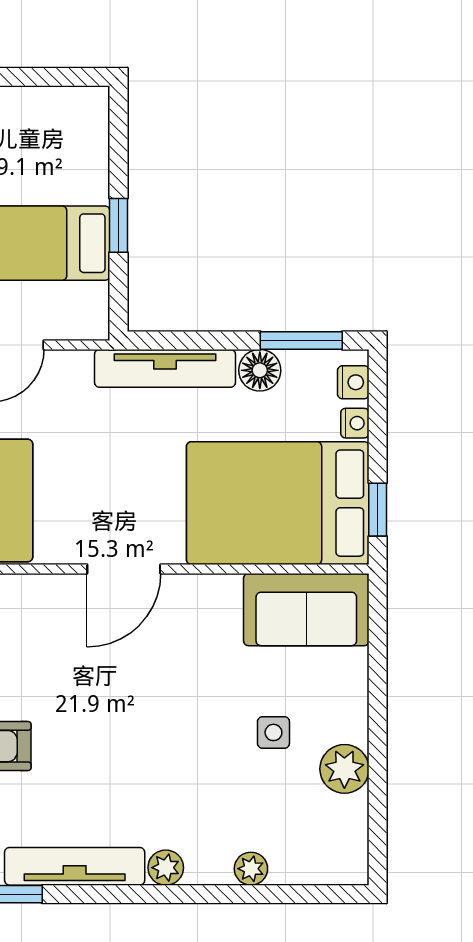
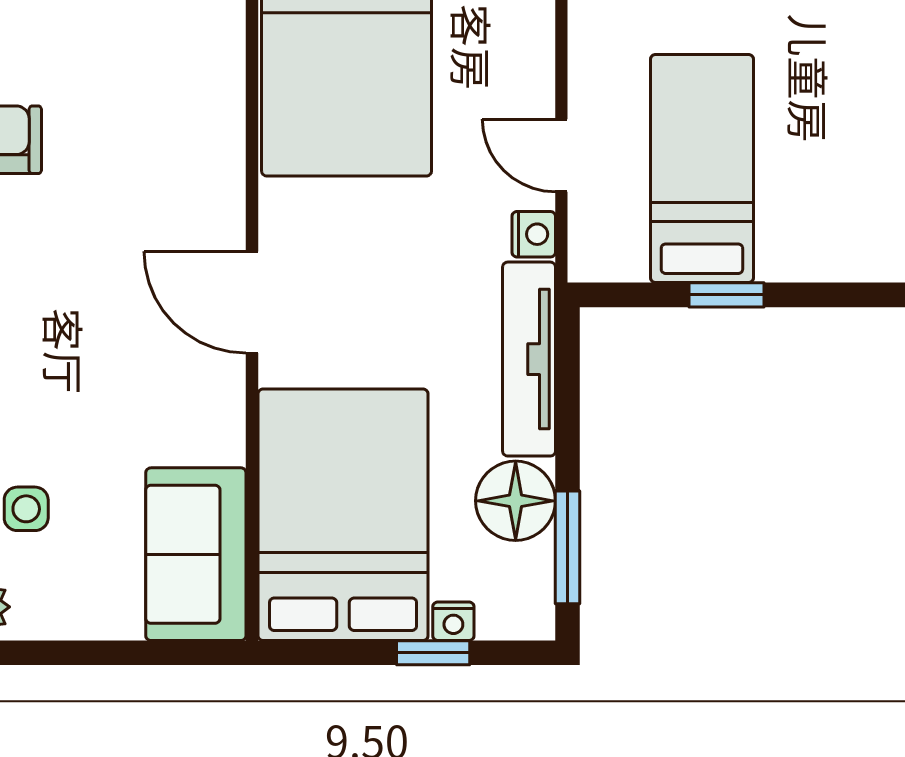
floor lamp: (260, 370) -> (516, 501), width x1.38, depth x1.38
nightstand: (353, 382) -> (534, 234), moved, turned -90
window: (378, 510) -> (433, 653), moved

